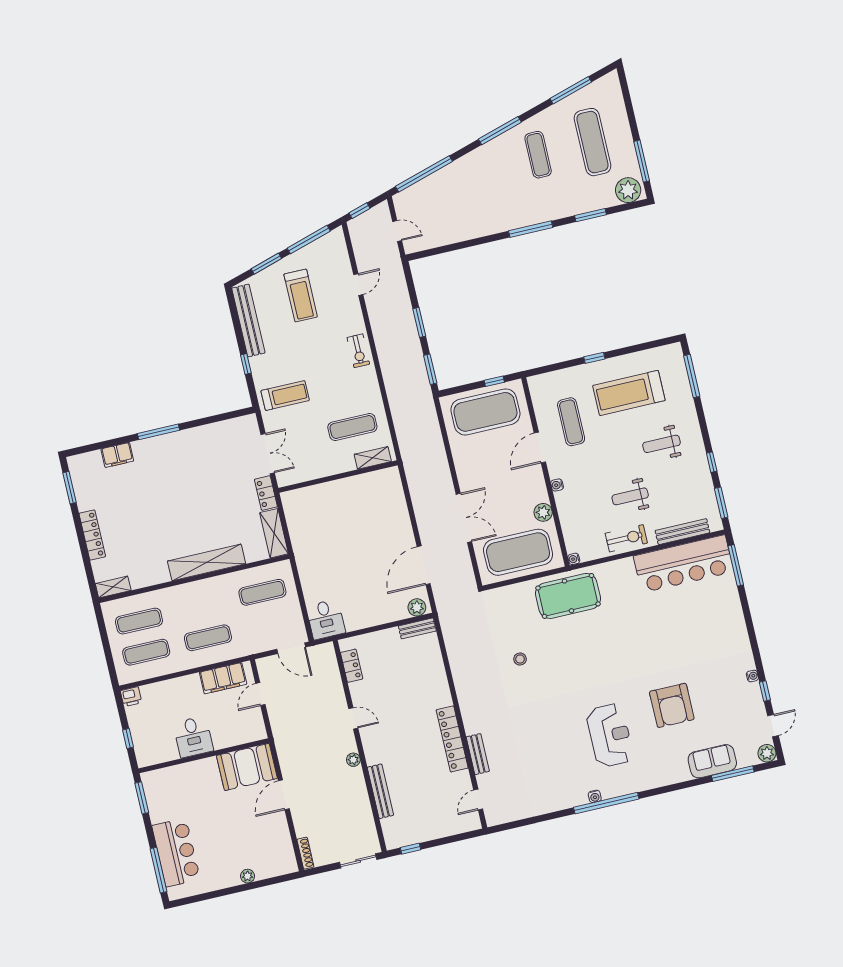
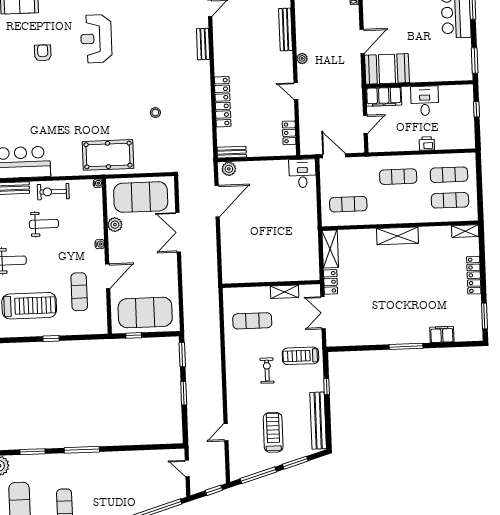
exercise bike: (358, 351) -> (267, 371), moved
shelving: (373, 458) -> (285, 292), moved
shelving: (207, 562) -> (397, 236), width x0.68
filing cabinet: (223, 678) -> (384, 97), moved, turned 180
printer: (131, 697) -> (427, 143), moved
armchair: (672, 705) -> (43, 53), width x0.53, depth x0.53
locker: (452, 739) -> (223, 102), moved

